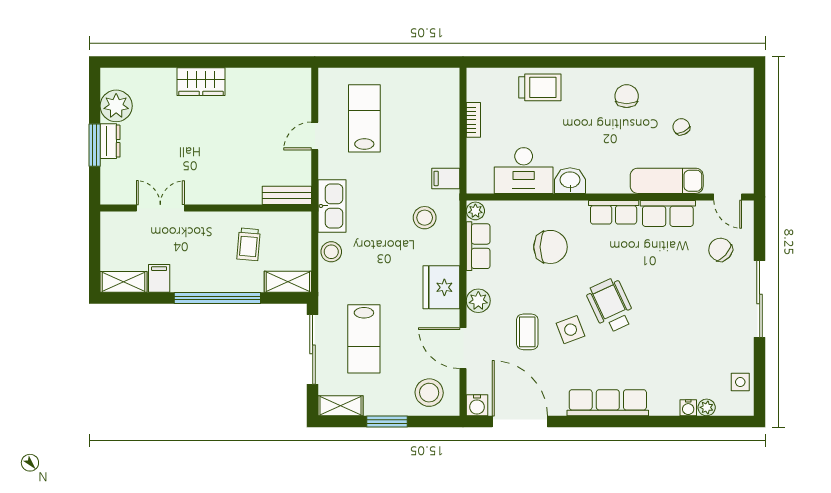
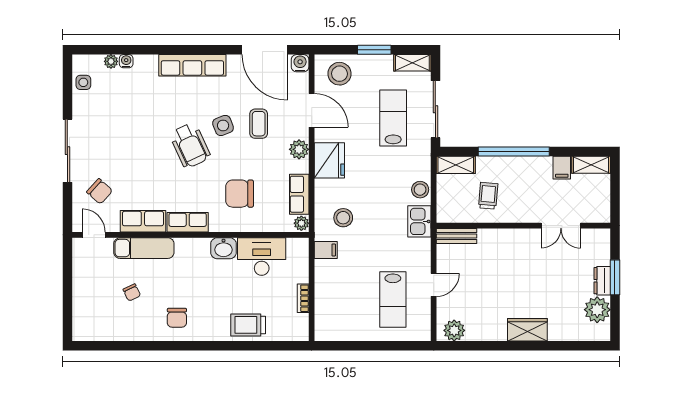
plant: (290, 81) -> (454, 330), added
kitchen sink: (332, 206) -> (419, 221), width x0.73

